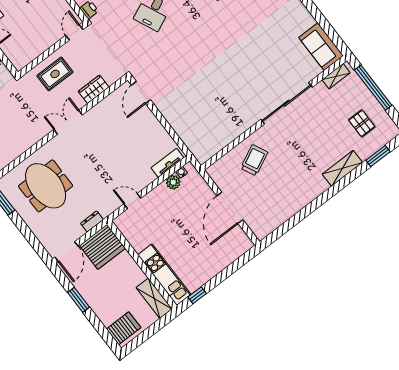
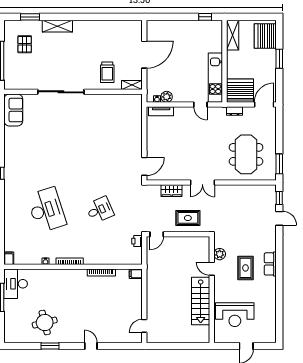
shelving: (336, 76) -> (132, 85), moved
trolley: (254, 160) -> (107, 72), turned -64
kitchen unit: (164, 275) -> (215, 78), moved
window: (79, 300) -> (279, 59), moved
server rack: (124, 328) -> (265, 36), width x1.60

